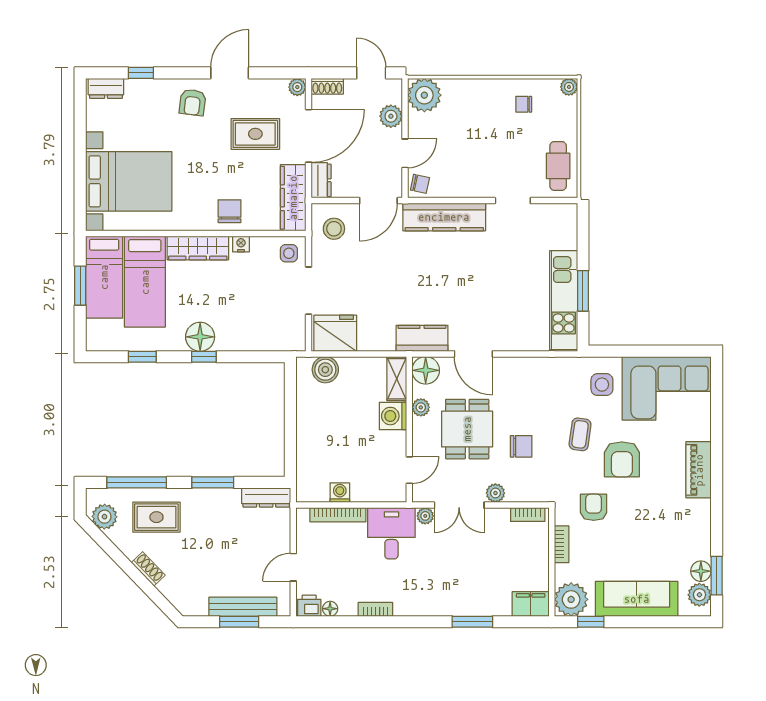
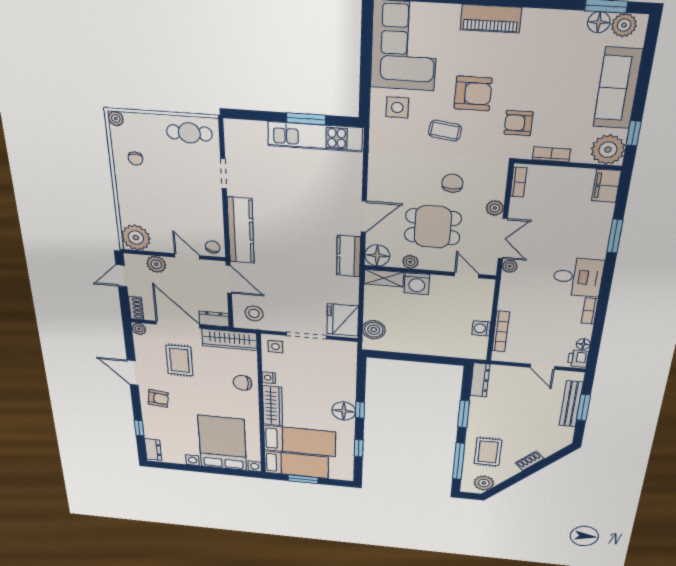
desk: (391, 533) -> (578, 277), moved, turned 180

